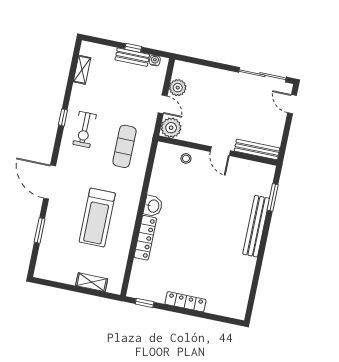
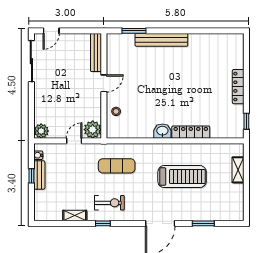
shelving: (82, 70) -> (75, 215), moved
plant: (178, 88) -> (41, 131), moved

